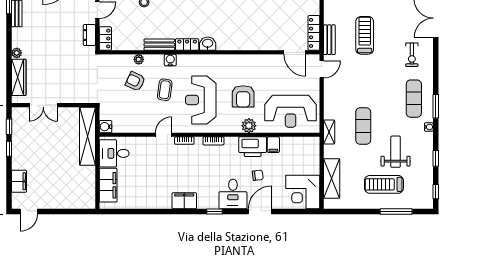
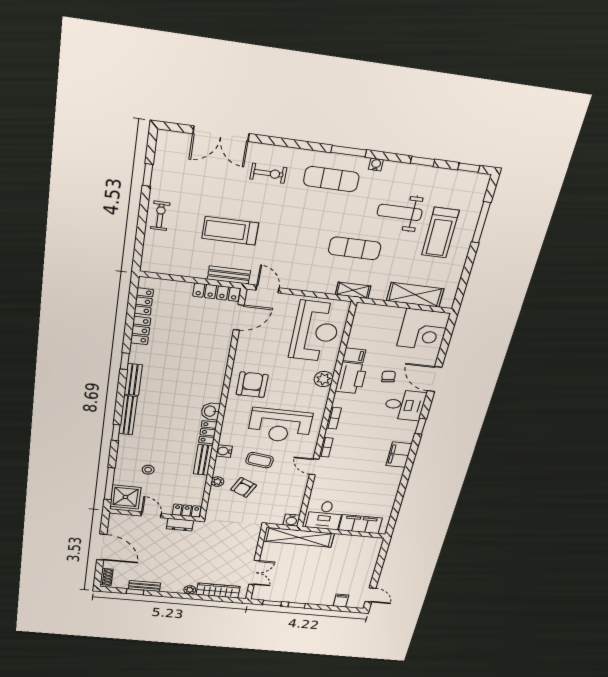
armchair: (243, 96) -> (252, 385), moved, turned -90
filing cabinet: (19, 181) -> (341, 601), width x0.50

